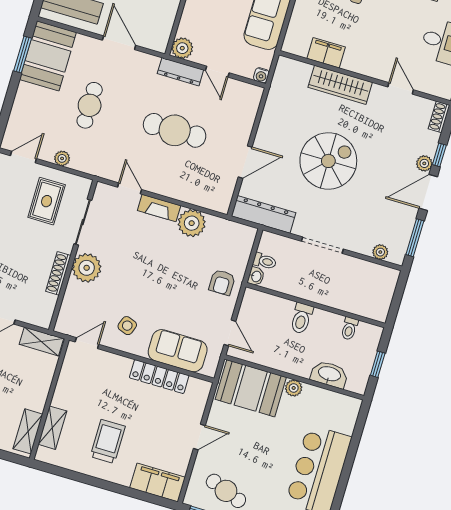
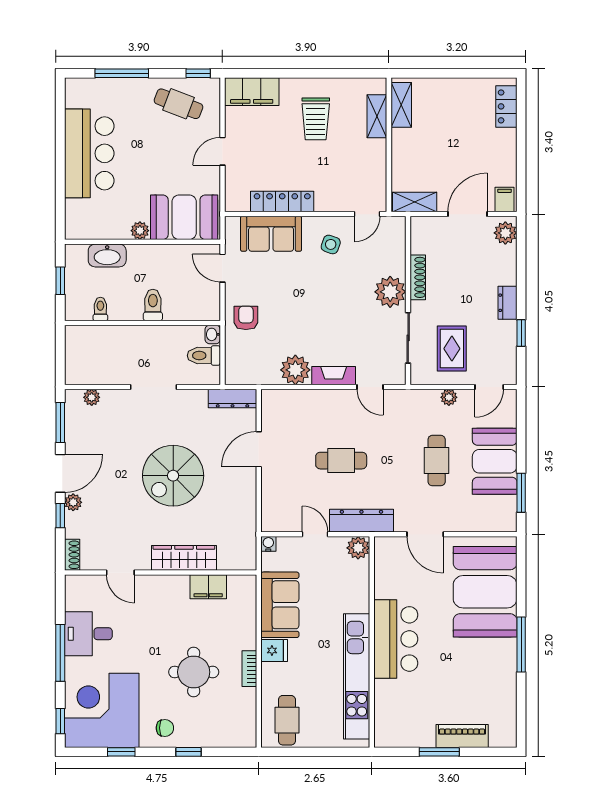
booth: (48, 56) -> (495, 461), moved
dresser: (180, 72) -> (361, 521), width x1.37, depth x1.24
cafe table: (175, 130) -> (341, 461), width x0.73, depth x0.74
dresser: (264, 214) -> (232, 398), width x0.73, depth x0.80
toilet: (265, 261) -> (204, 356), width x1.37, depth x1.39

